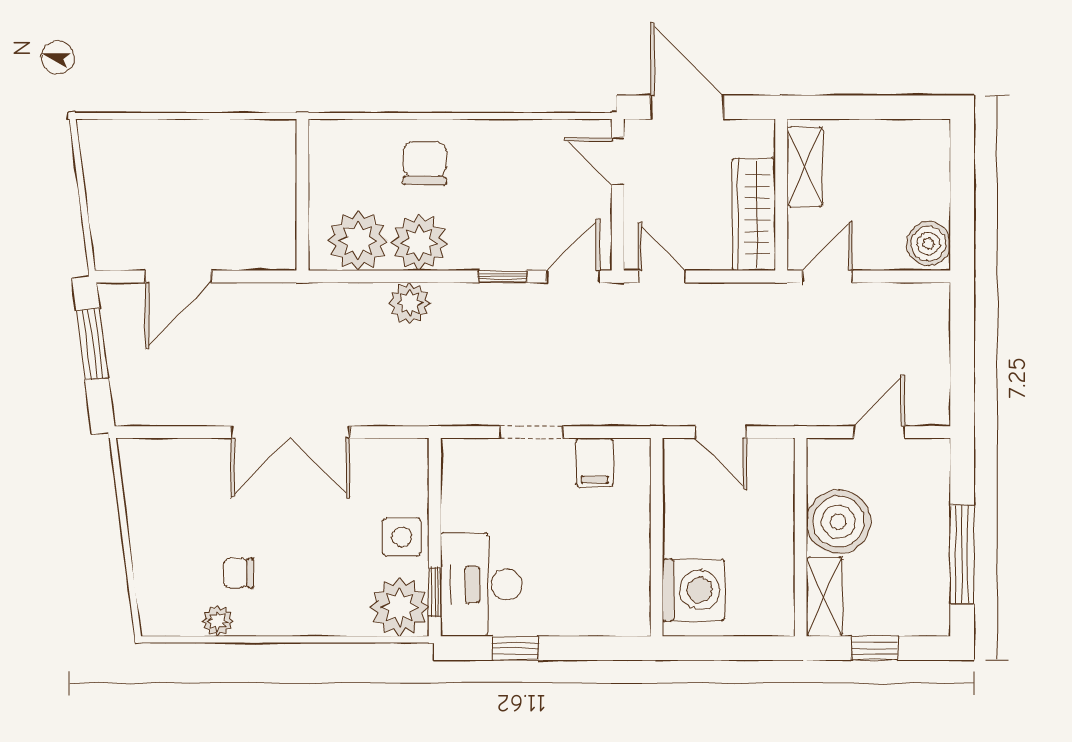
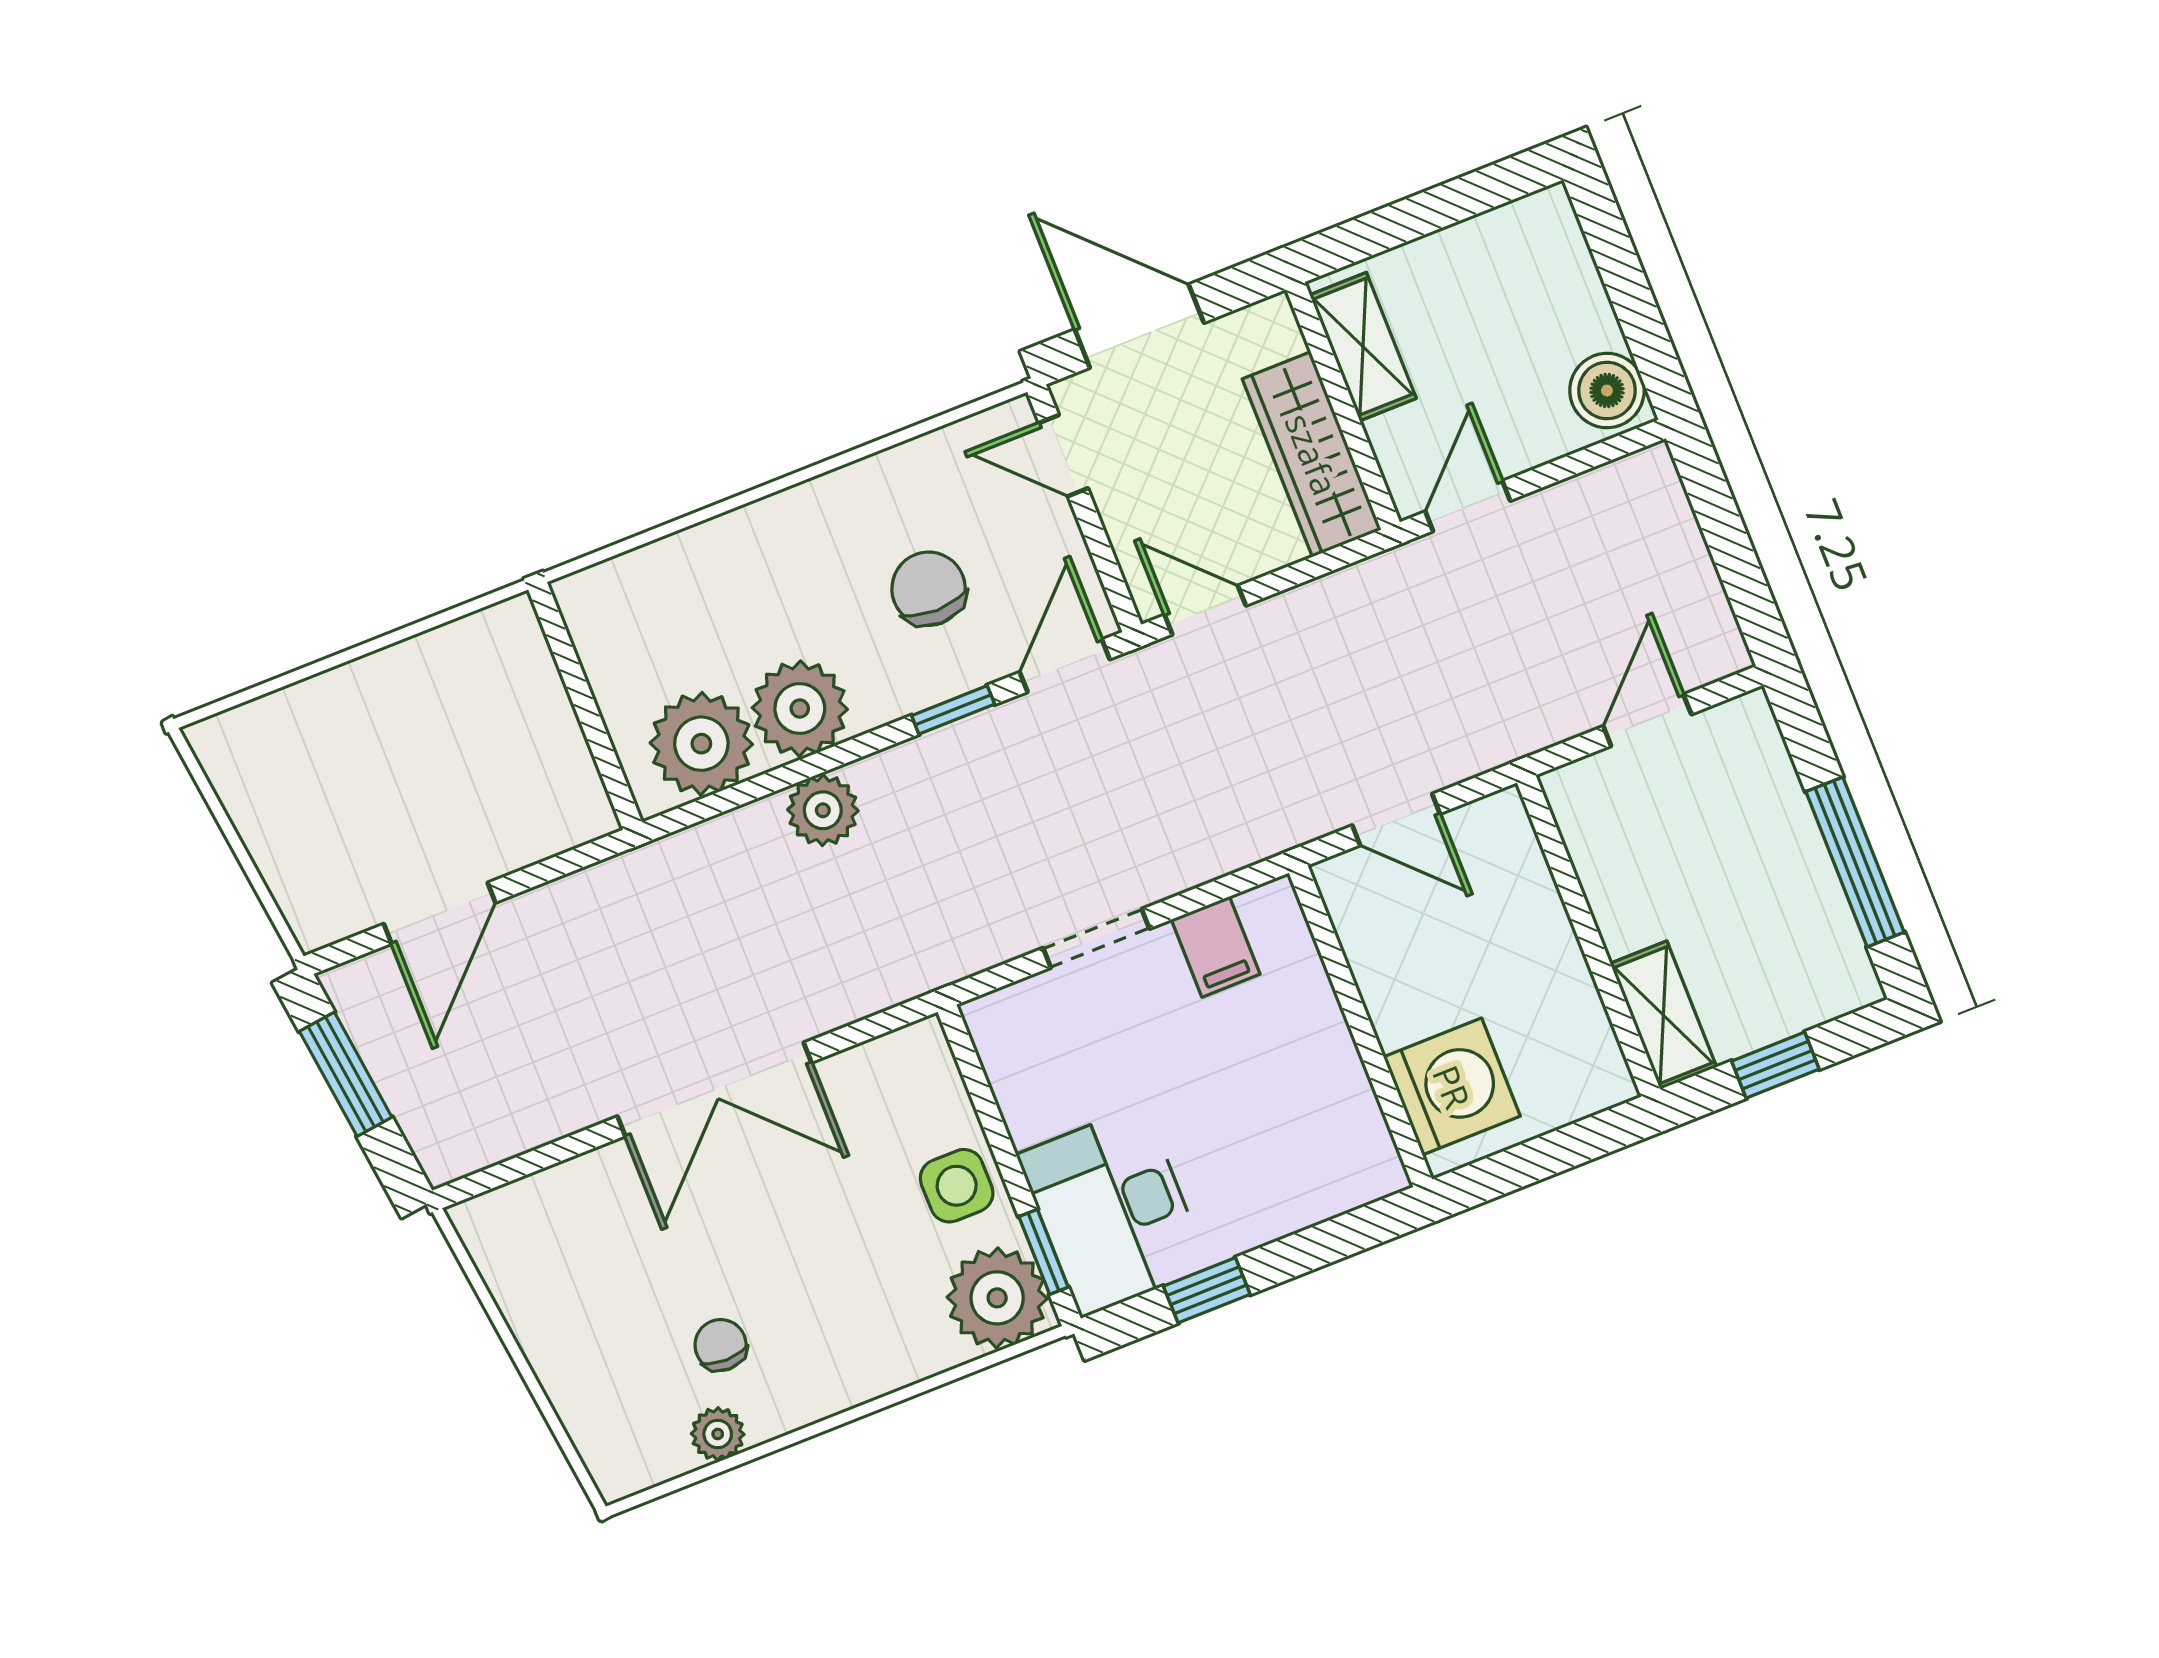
chair: (425, 163) -> (929, 589), moved
boiler: (838, 522) -> (1639, 888), removed
chair: (238, 573) -> (721, 1345), turned 90

